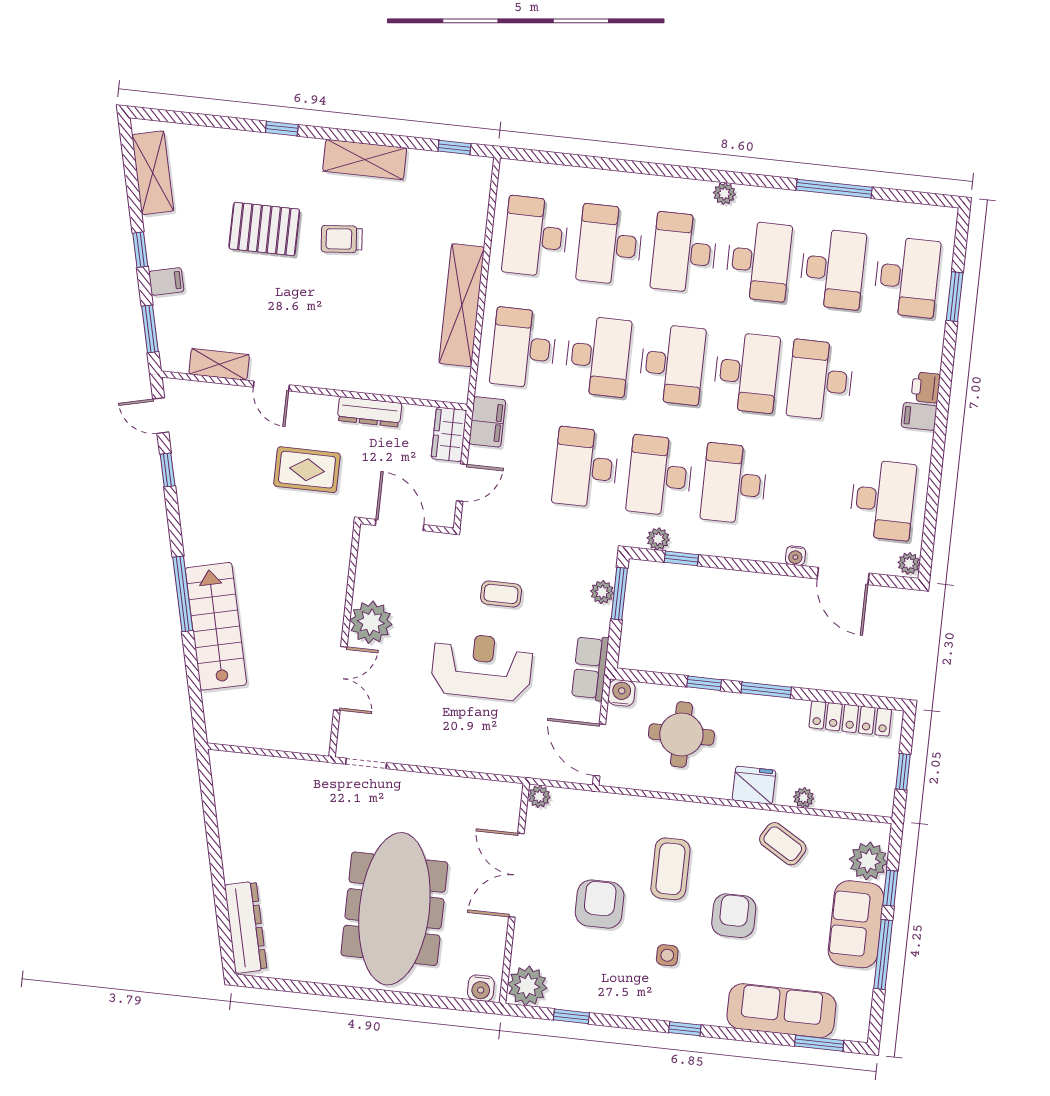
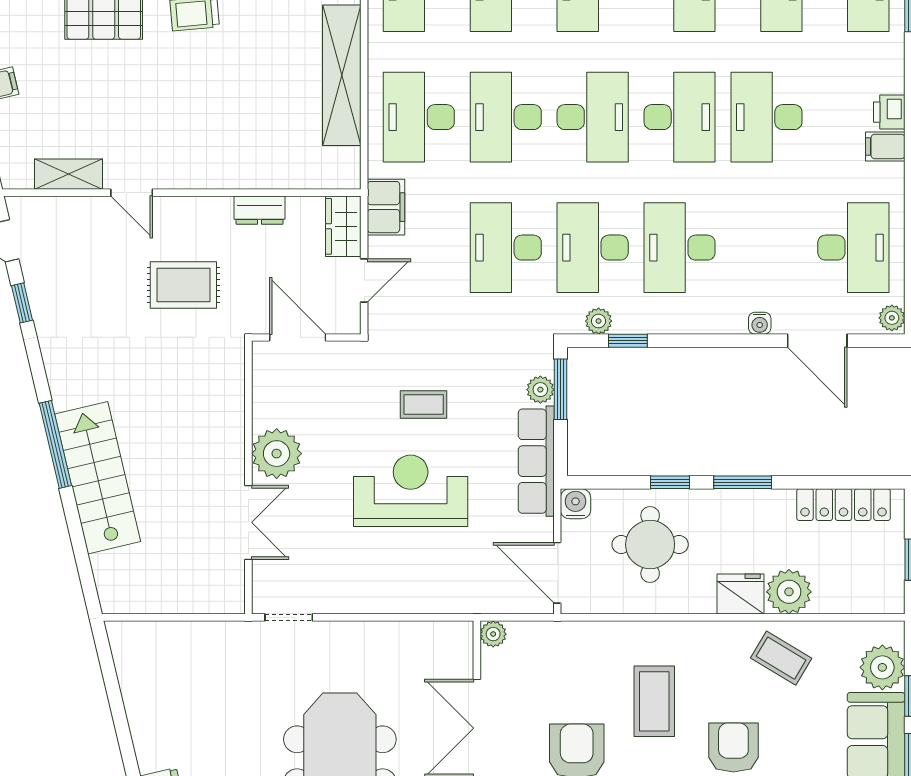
desk: (598, 356) -> (506, 117), turned 180
dresser: (369, 412) -> (260, 210), width x0.70
row of seats: (590, 668) -> (536, 461), width x1.48
plant: (804, 798) -> (789, 592), width x1.87, depth x1.87

